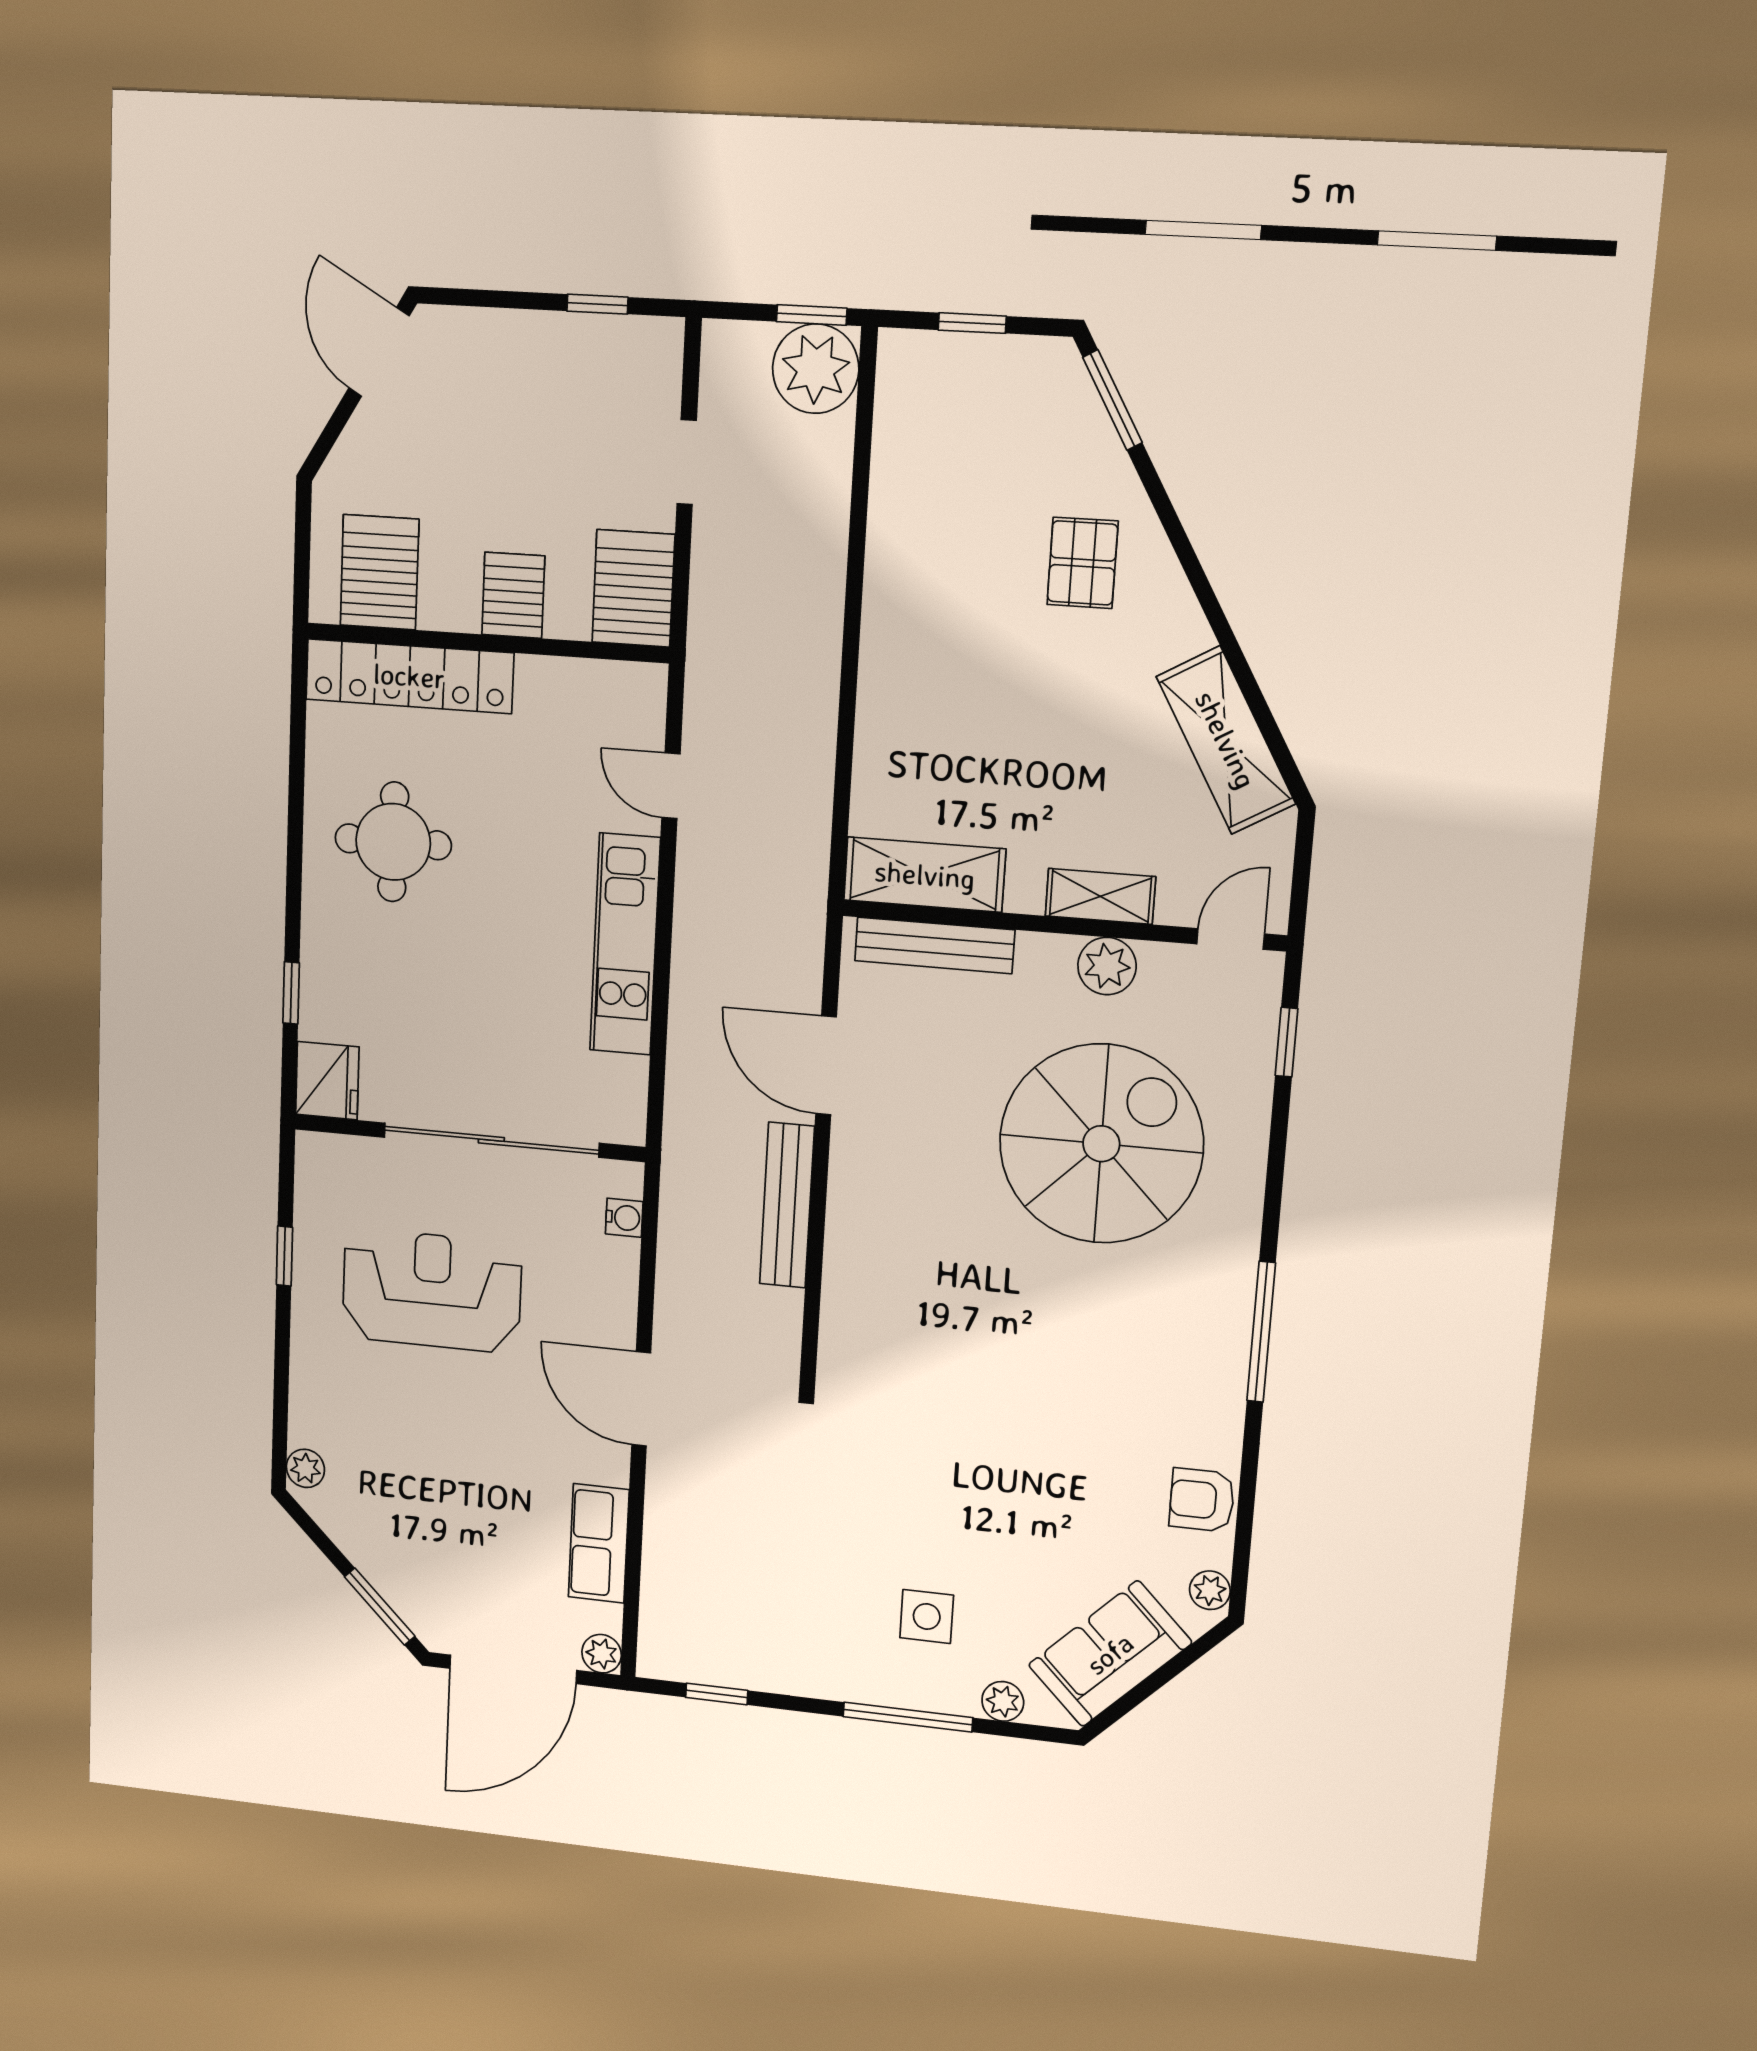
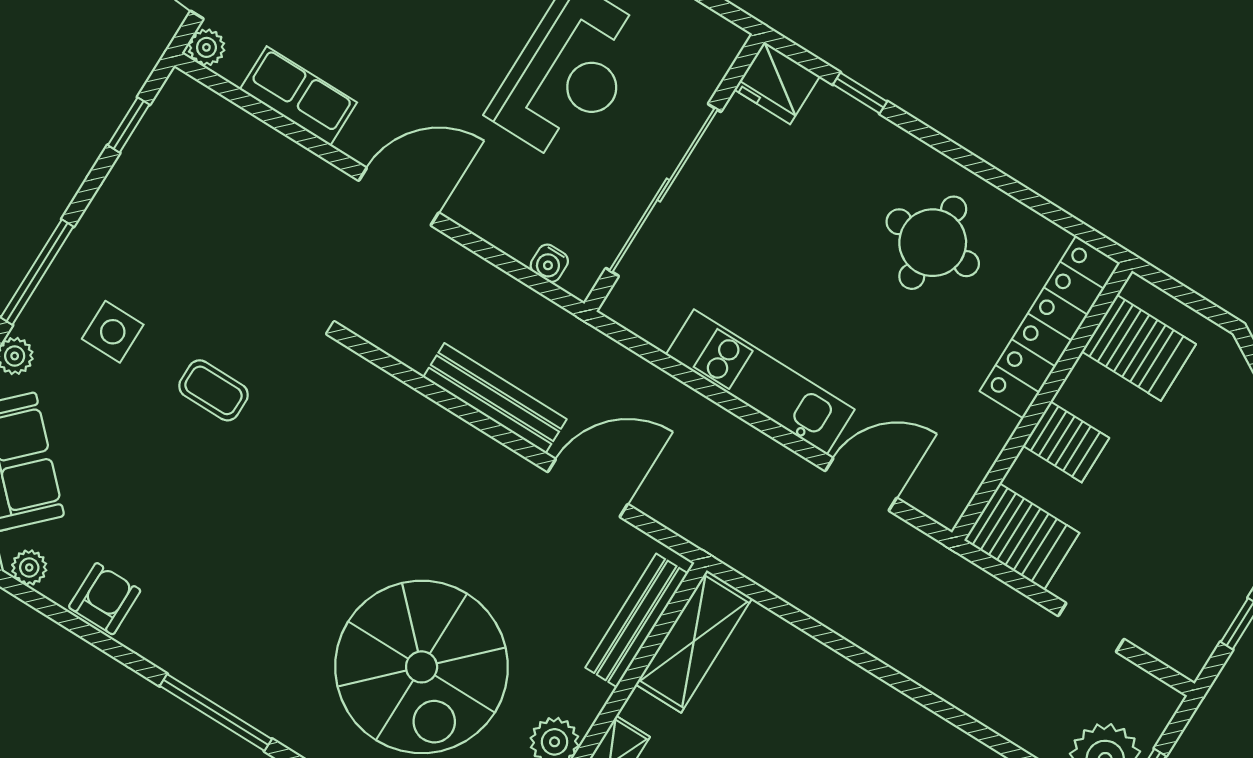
door: (671, 786) -> (861, 484), width x1.38
coffee table: (931, 1490) -> (214, 390), added

